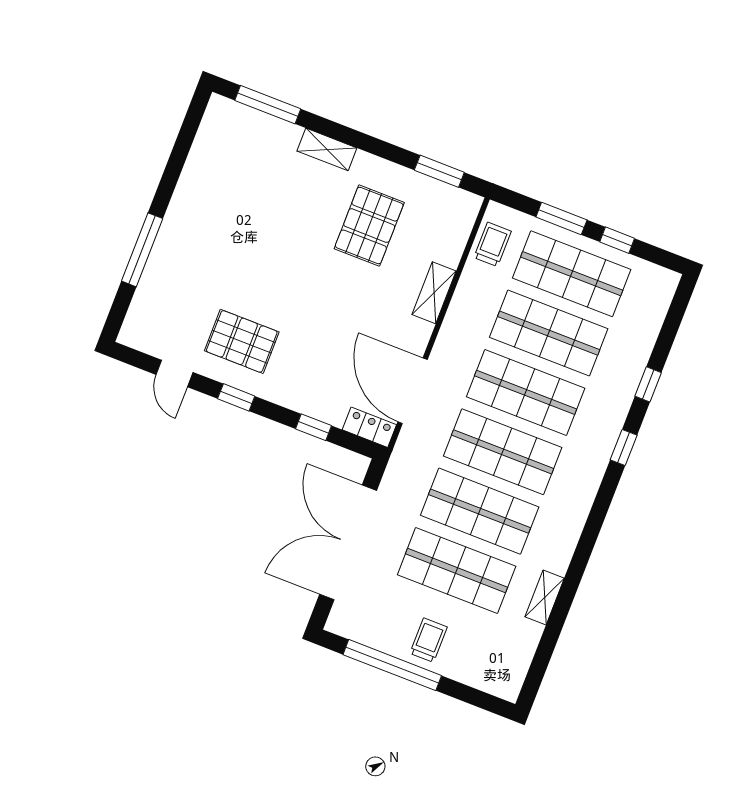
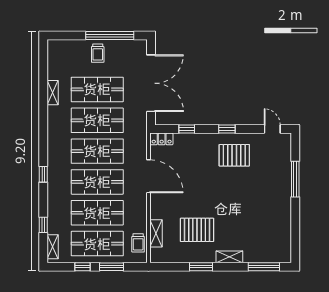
window: (439, 171) -> (201, 267), moved
pallet: (369, 226) -> (197, 230), turned 90
shelving: (434, 293) -> (156, 233), moved
shelving: (660, 301) -> (53, 247), added
door: (175, 373) -> (272, 129), moved
window: (648, 384) -> (43, 225), moved
door: (413, 391) -> (149, 176), moved

